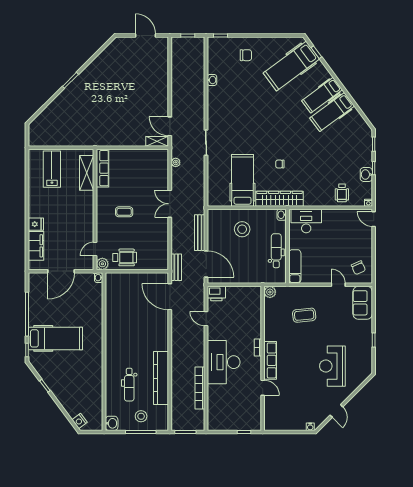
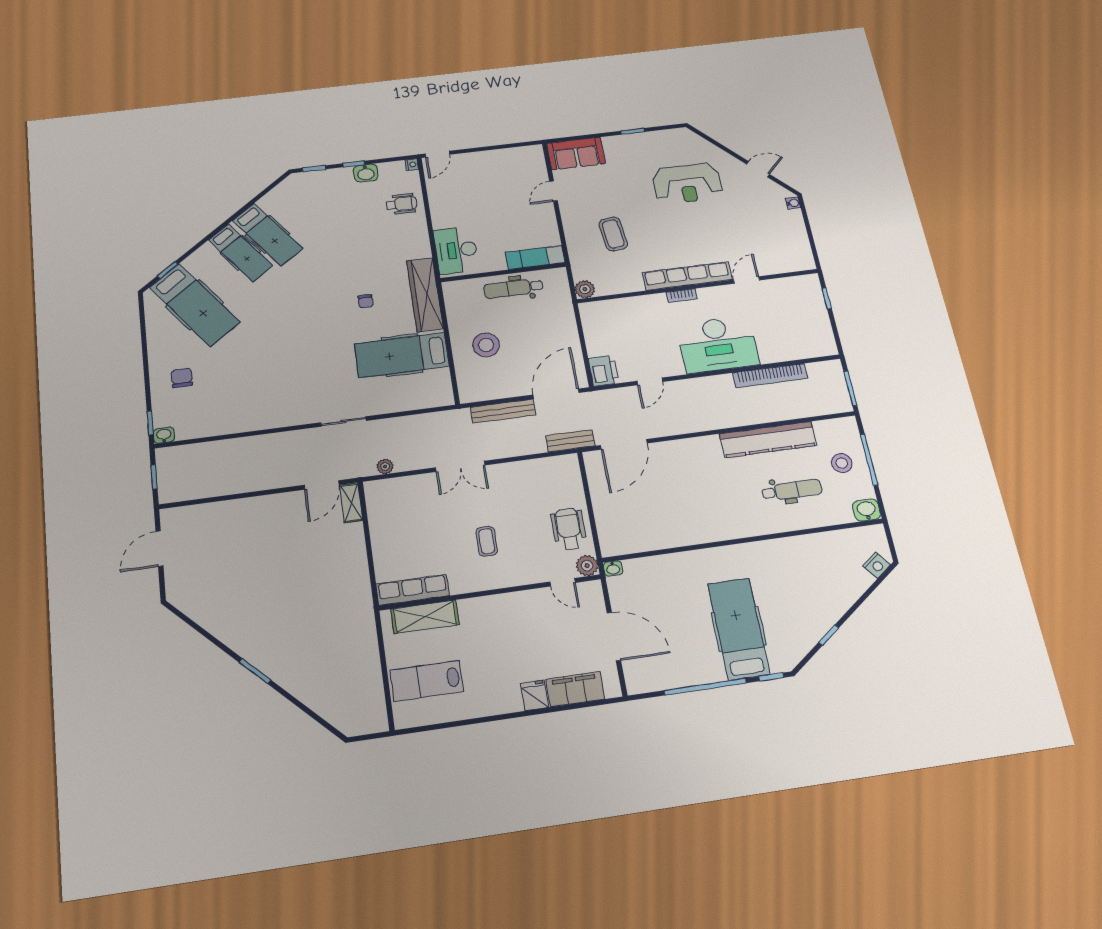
washbasin: (212, 80) -> (164, 435), moved
washbasin: (282, 215) -> (452, 288), removed
chair: (358, 268) -> (520, 166), removed
row of seats: (270, 360) -> (687, 276), width x1.36

